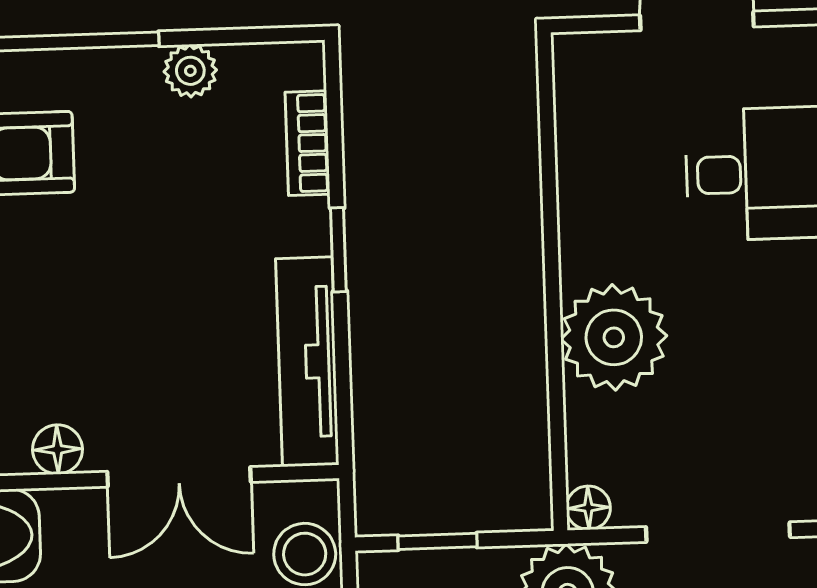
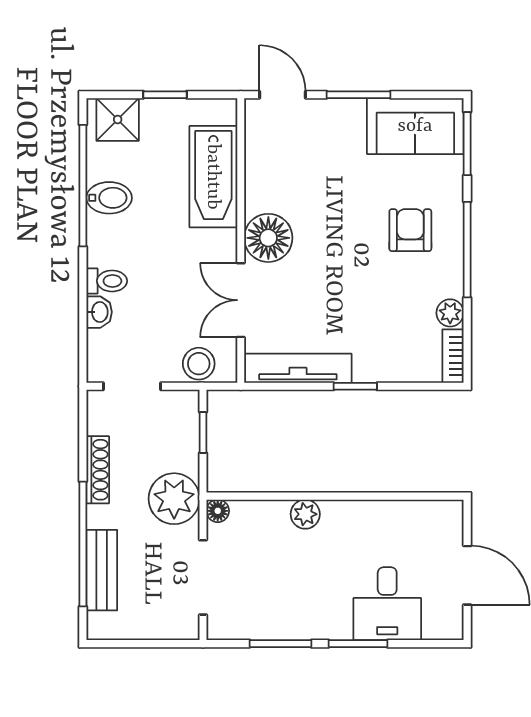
bookcase: (308, 143) -> (453, 356), moved, turned -90
plant: (614, 337) -> (305, 514), width x0.53, depth x0.53
floor lamp: (58, 449) -> (268, 238), width x1.89, depth x1.89

